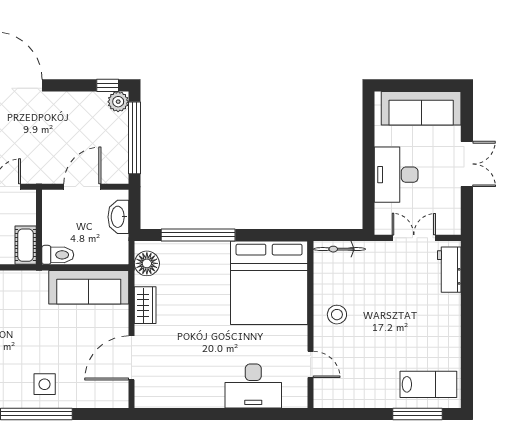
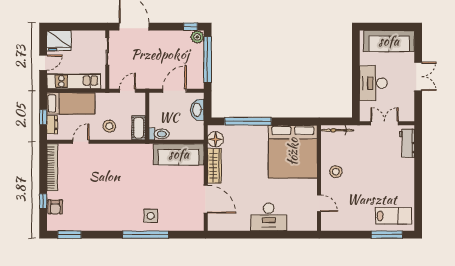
wardrobe: (145, 305) -> (214, 166), width x1.50
door: (131, 358) -> (206, 199), swing flipped
desk: (253, 386) -> (269, 217), moved

